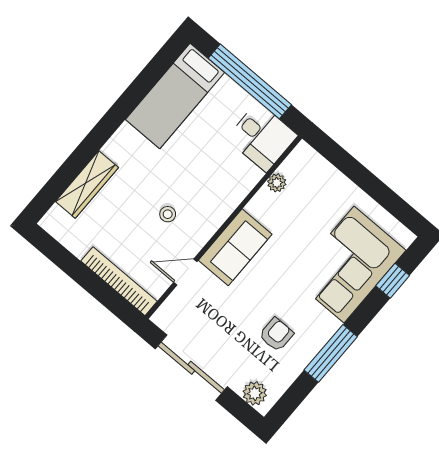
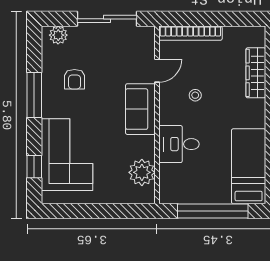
desk: (262, 137) -> (179, 144), moved
plant: (277, 183) -> (142, 172), width x1.88, depth x1.88

